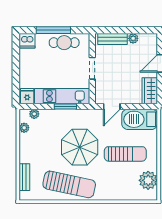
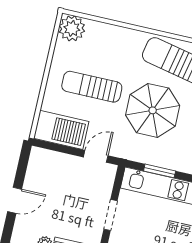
wardrobe: (150, 91) -> (38, 166), removed
plant: (148, 180) -> (72, 28), moved

